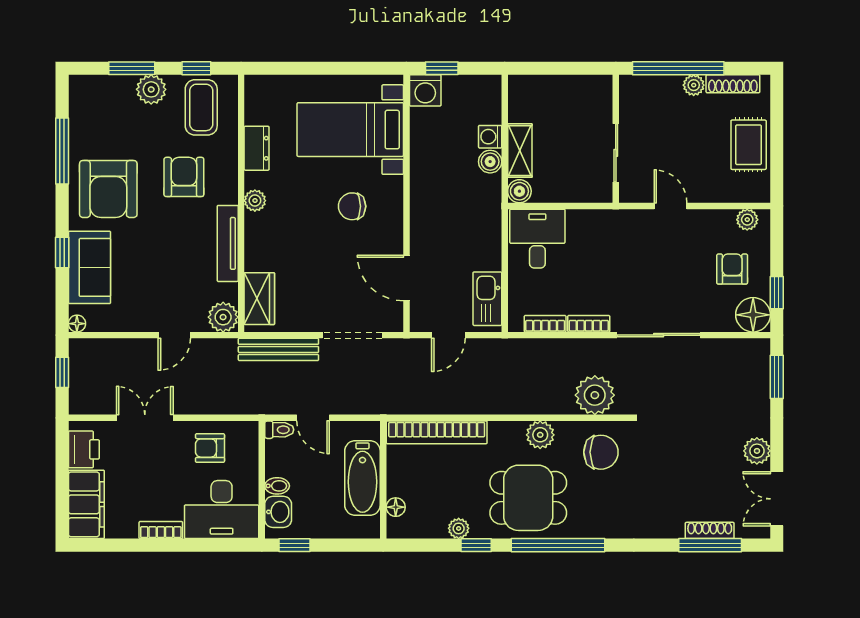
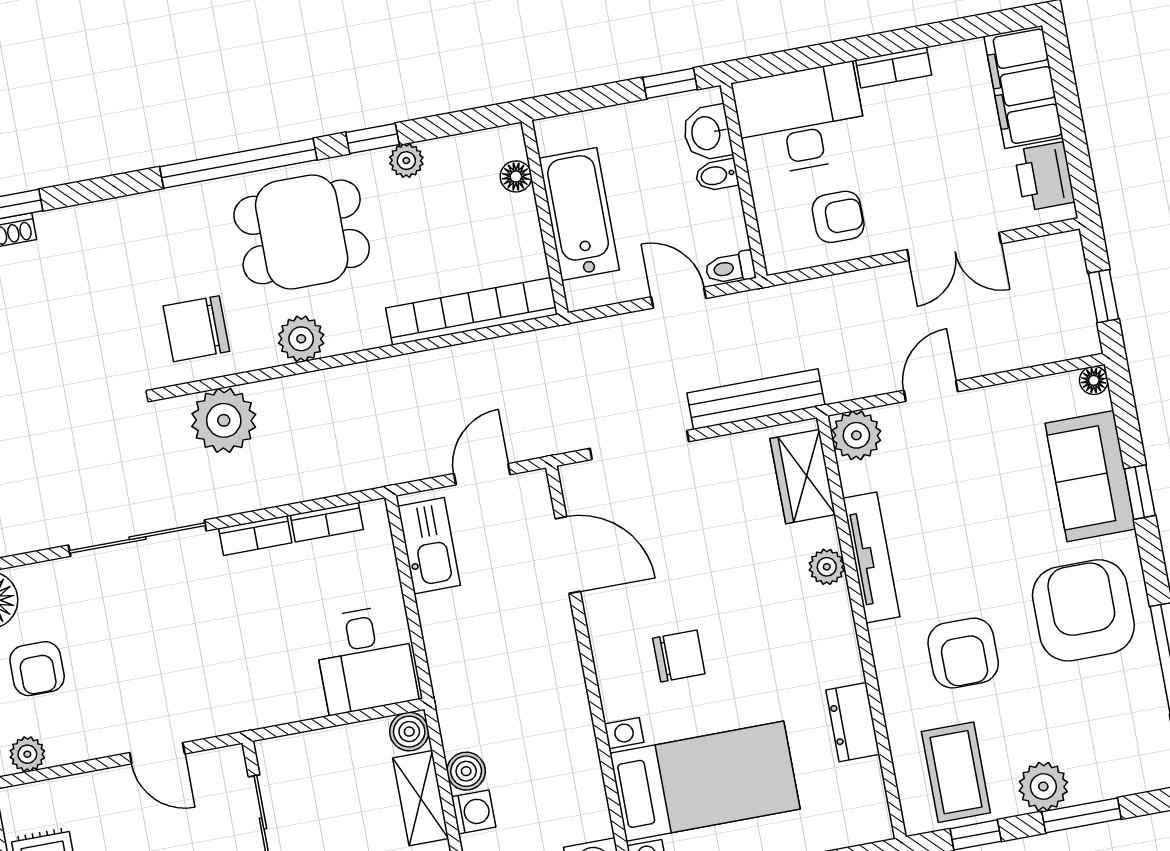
plant: (255, 201) -> (827, 567), moved

